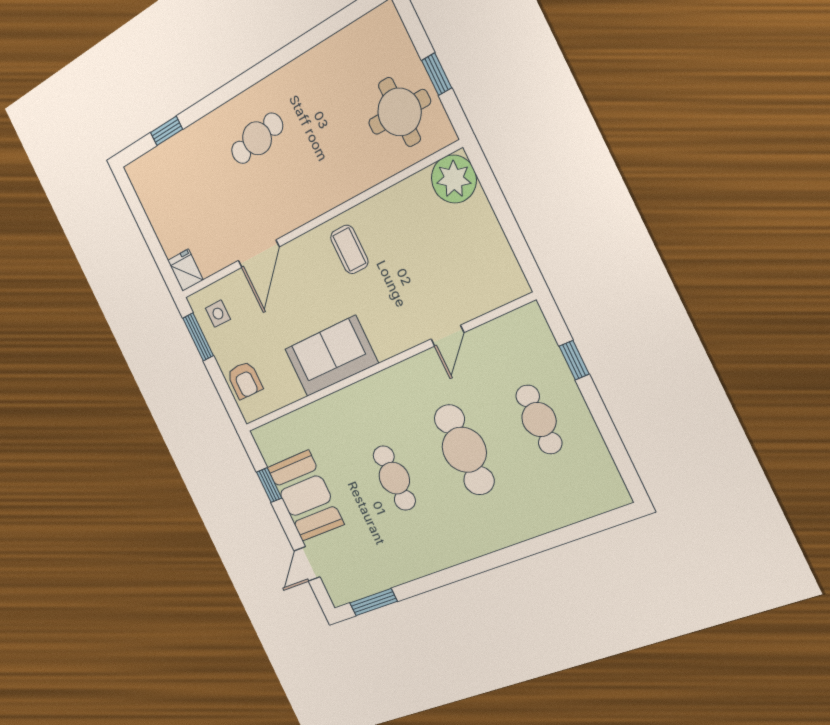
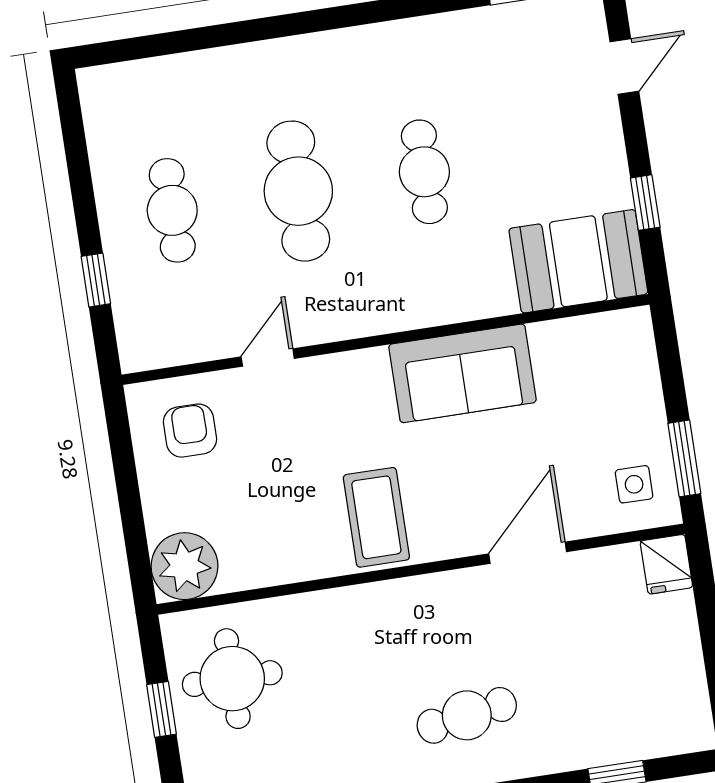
coffee table: (349, 249) -> (376, 517), width x1.36, depth x1.30
armchair: (245, 380) -> (190, 431), moved
booth: (305, 496) -> (578, 261), moved, turned 90

